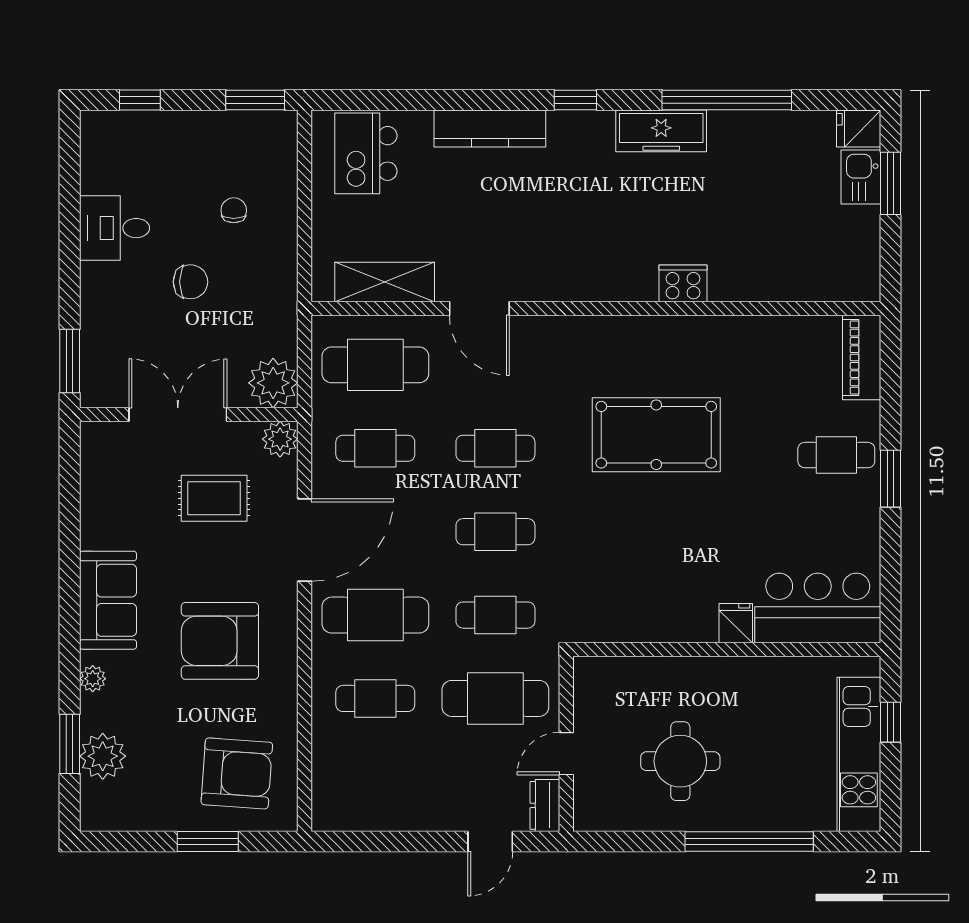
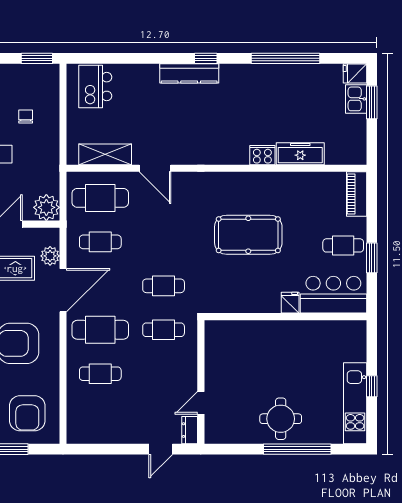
kitchen counter: (490, 128) -> (189, 73), moved
freezer: (661, 131) -> (300, 154), moved, turned 180
plant: (280, 439) -> (50, 256), moved
cafe table: (495, 448) -> (164, 242), removed
bar counter: (818, 608) -> (333, 295), moved
fridge: (736, 623) -> (290, 303), moved
wall: (727, 649) -> (285, 317), moved
cafe table: (495, 698) -> (164, 374), removed
round table: (680, 761) -> (281, 419), moved
armchair: (237, 773) -> (27, 413), turned 86

